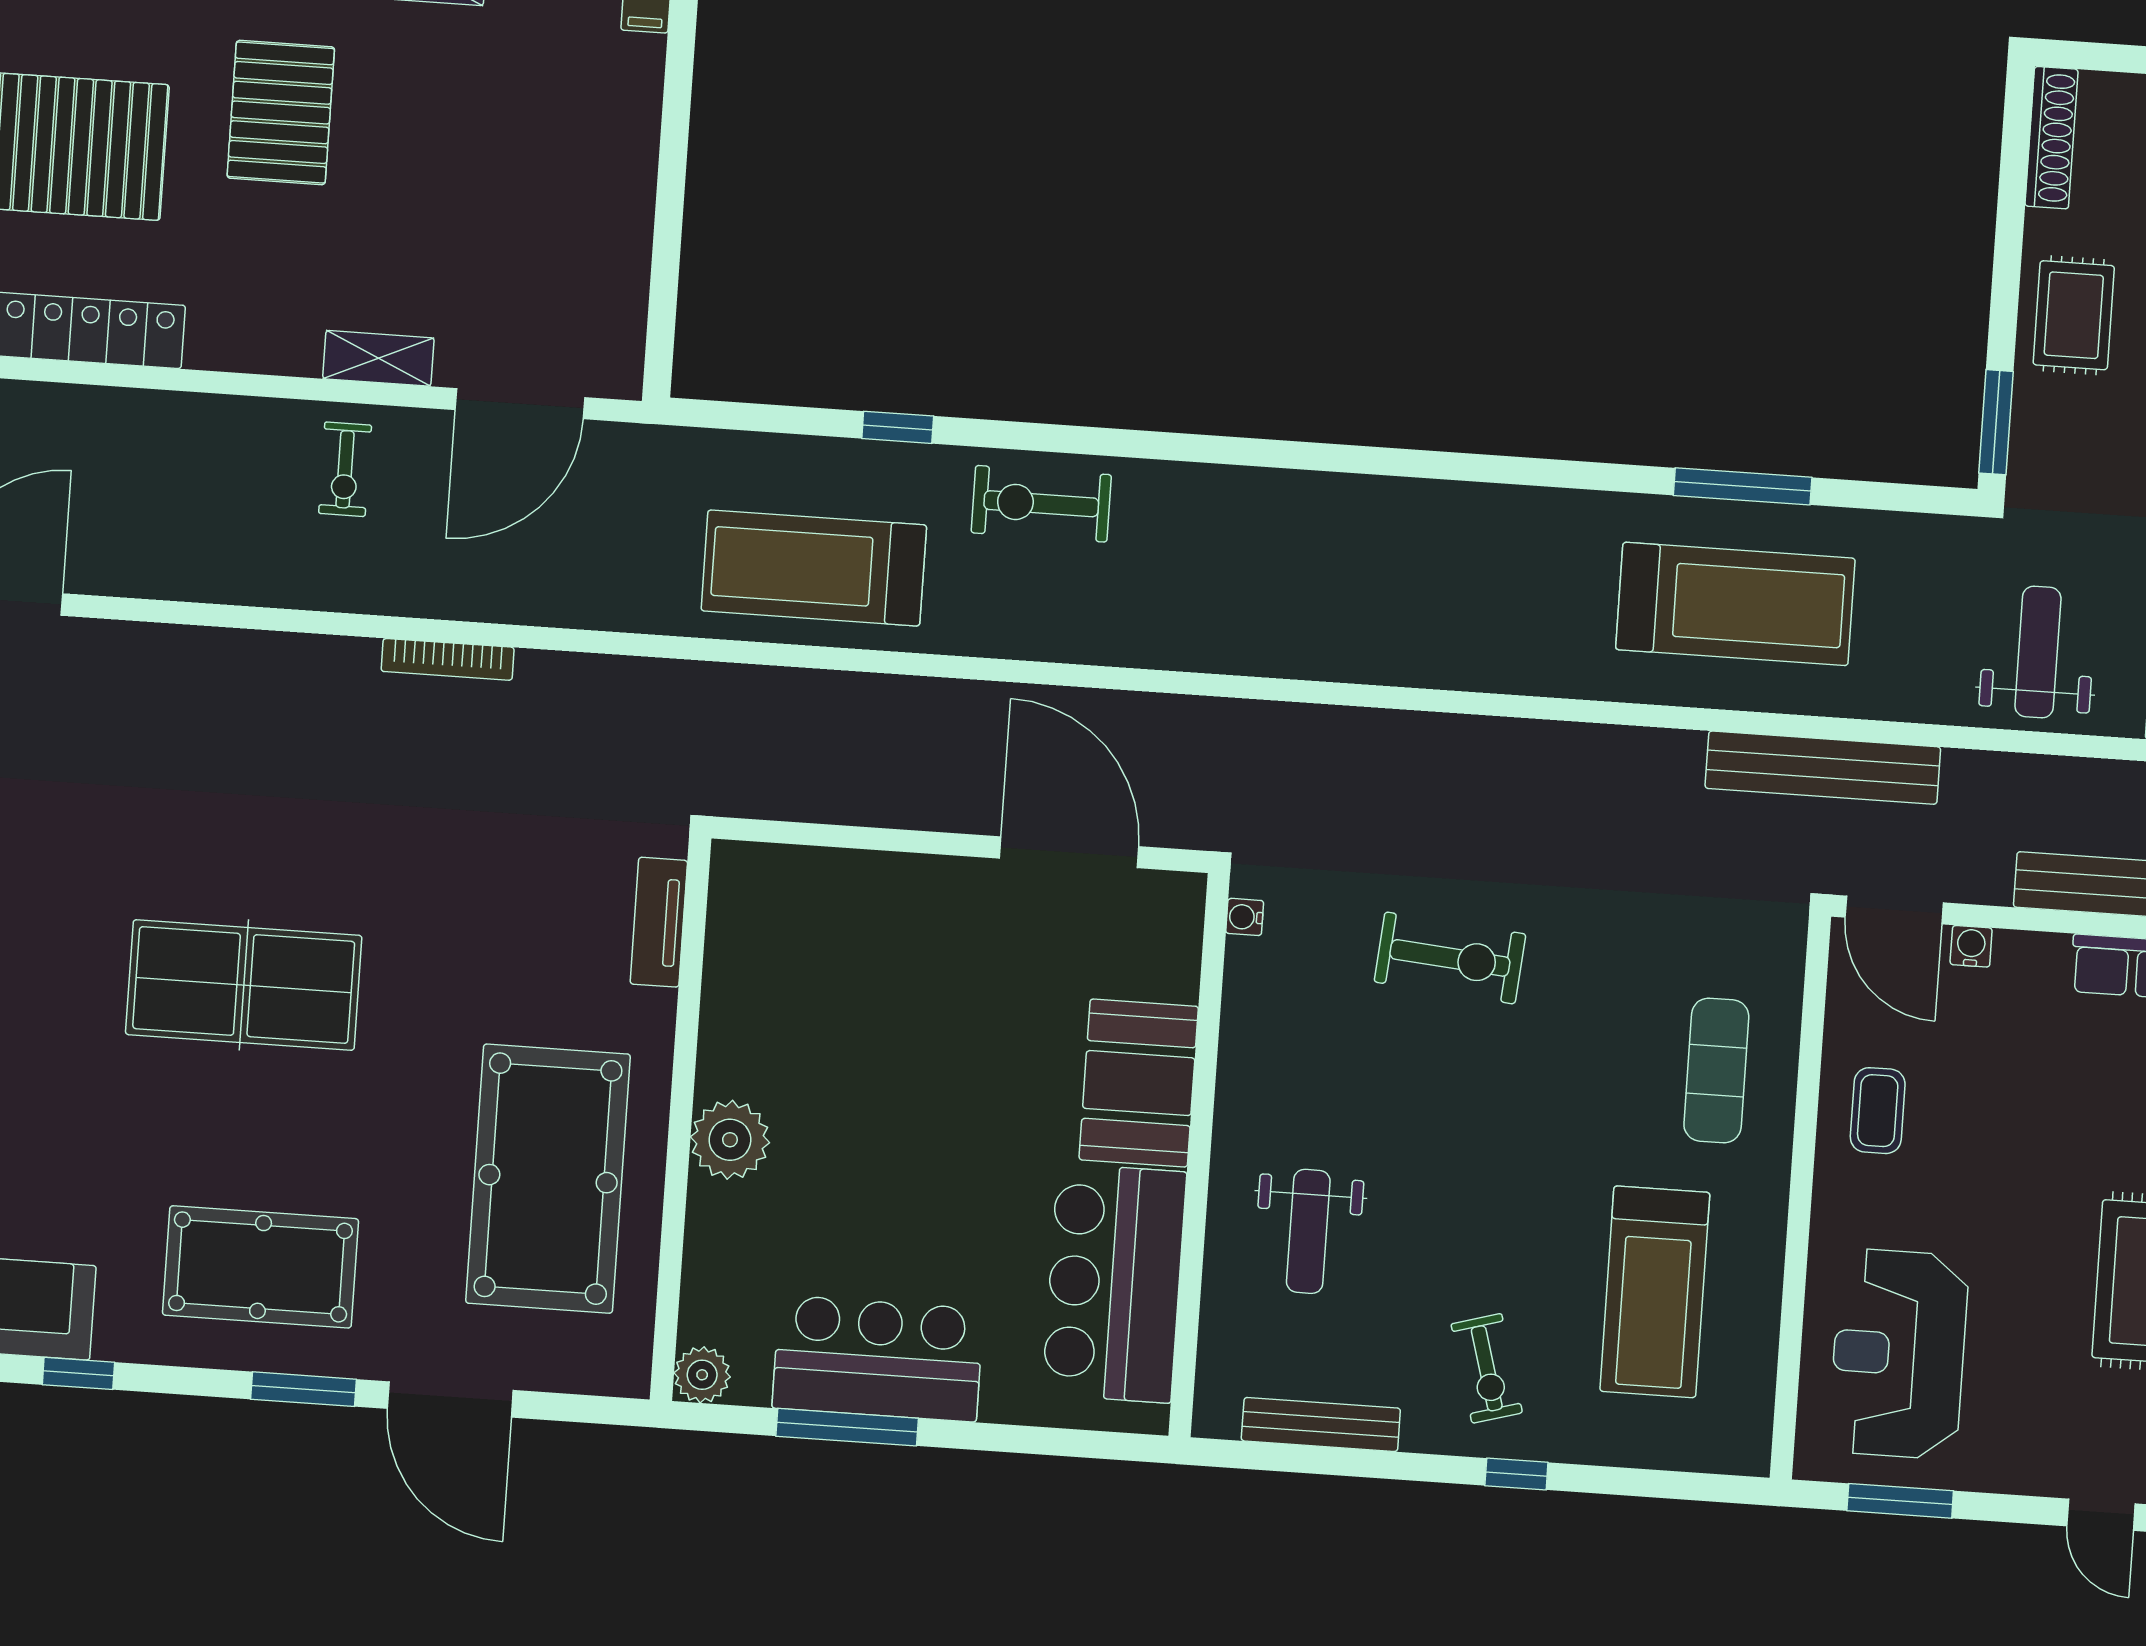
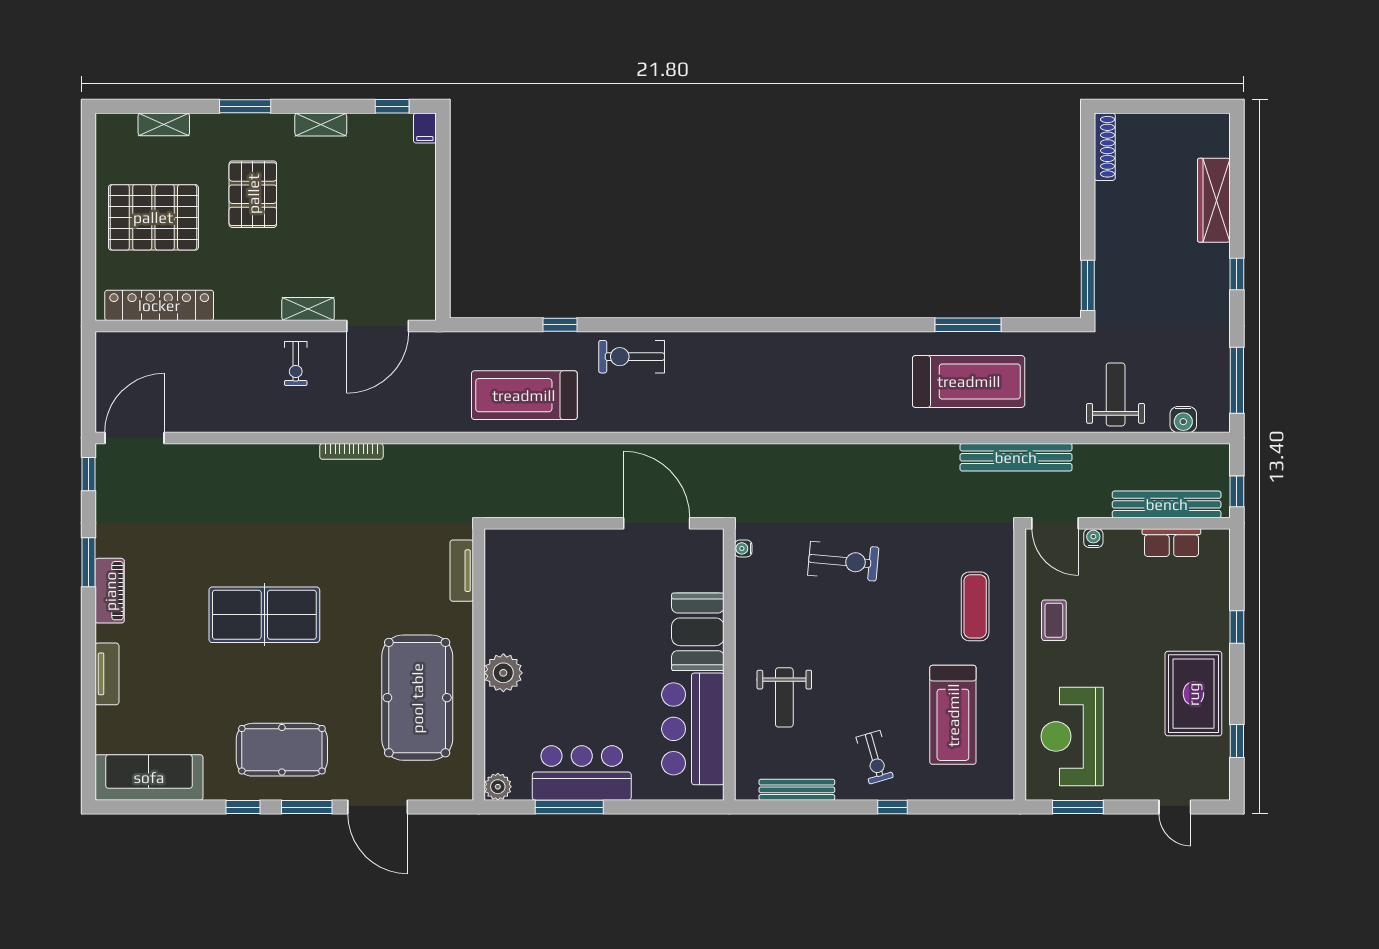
rug: (2074, 315) -> (1121, 231), removed
window: (78, 1373) -> (243, 807), moved

